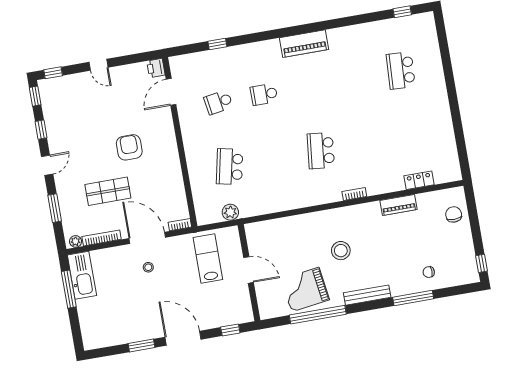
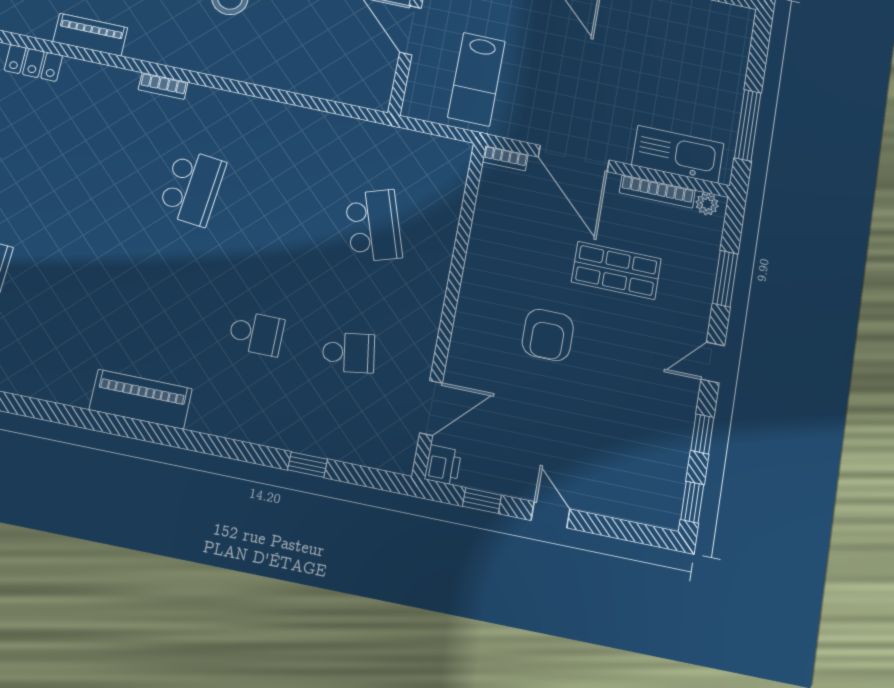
window: (53, 73) -> (482, 501), moved
school desk: (230, 167) -> (374, 226), turned -30
plant: (230, 212) -> (404, 144), removed
stool: (148, 267) -> (590, 106), removed
kitchen sink: (82, 275) -> (678, 154), moved, turned 90

